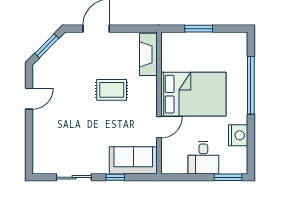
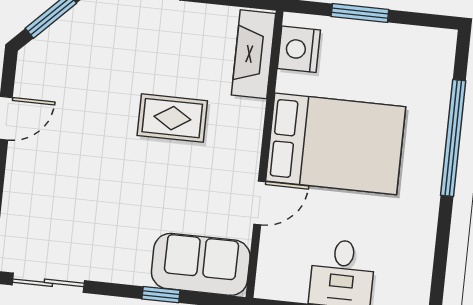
nightstand: (238, 135) -> (299, 49), moved, turned 180
sliding door: (74, 177) -> (48, 283), moved

